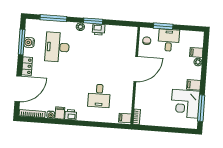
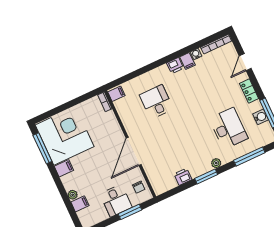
printer: (99, 29) -> (183, 177), moved
door: (18, 89) -> (245, 62), width x0.53
corner desk: (185, 104) -> (65, 136), width x1.36, depth x1.36

